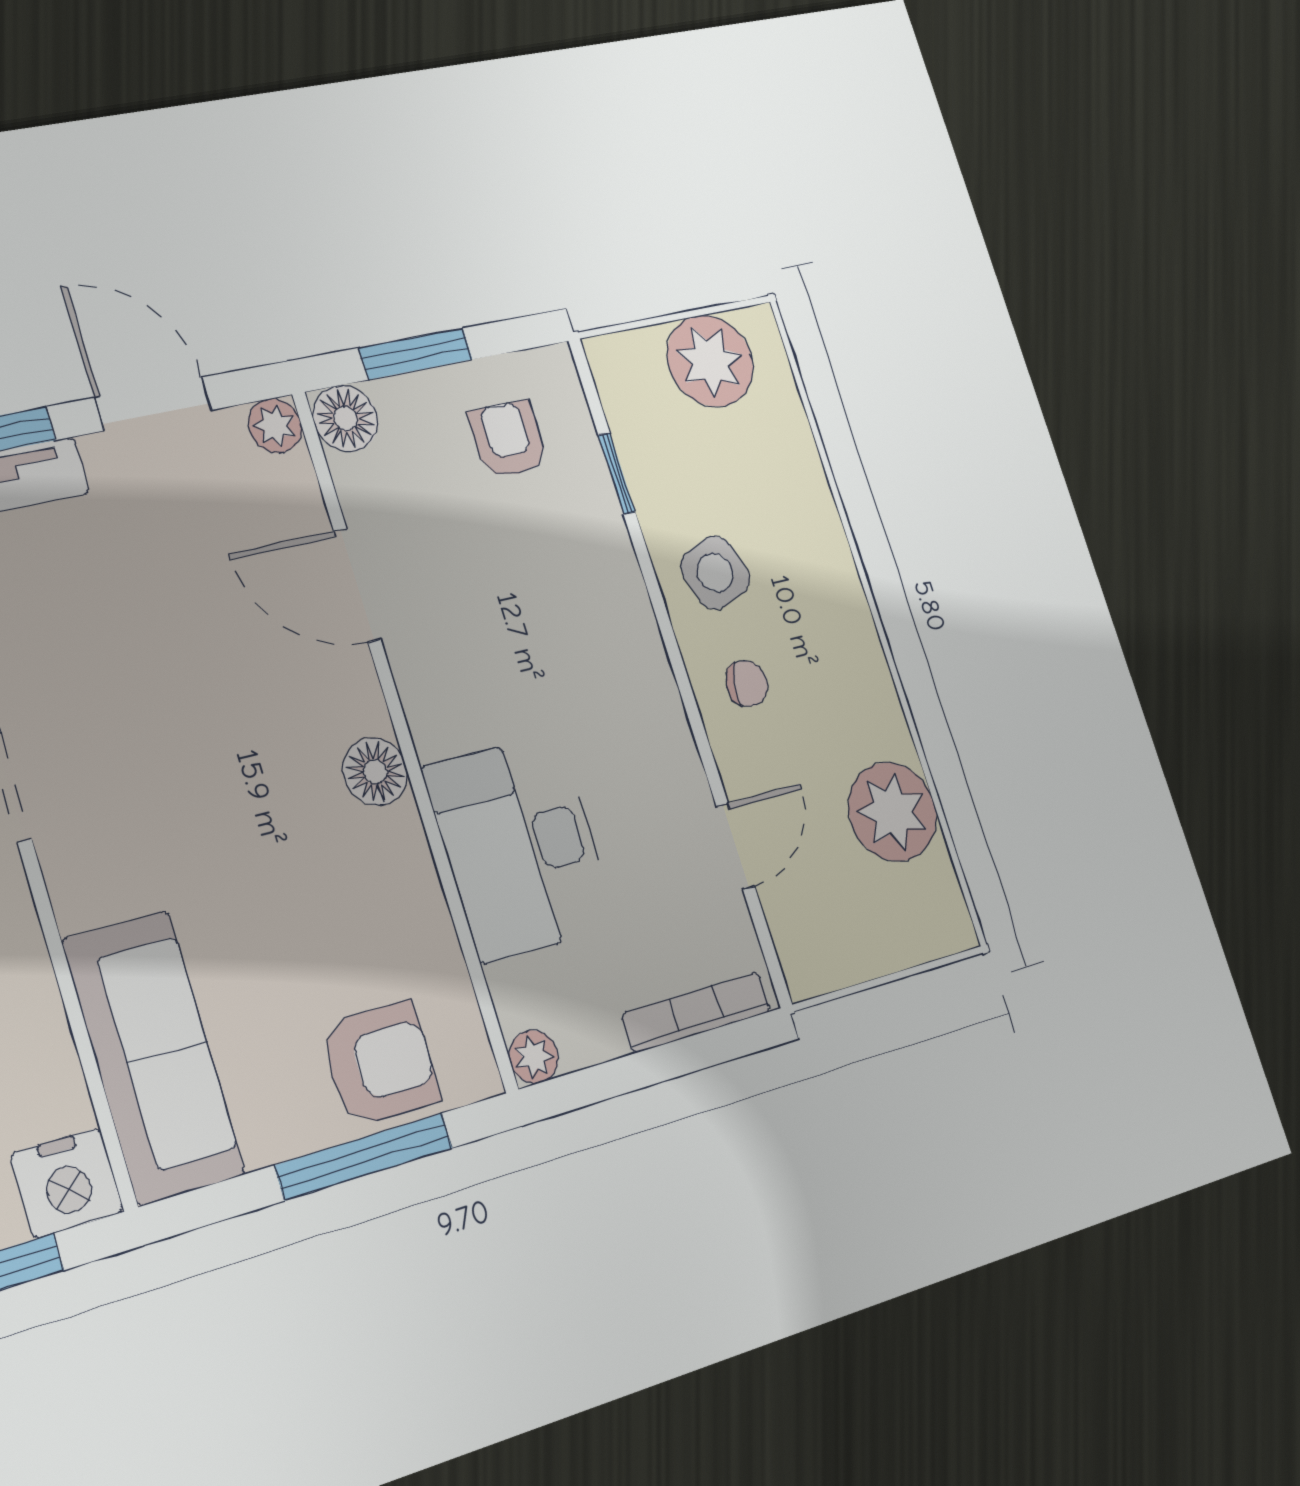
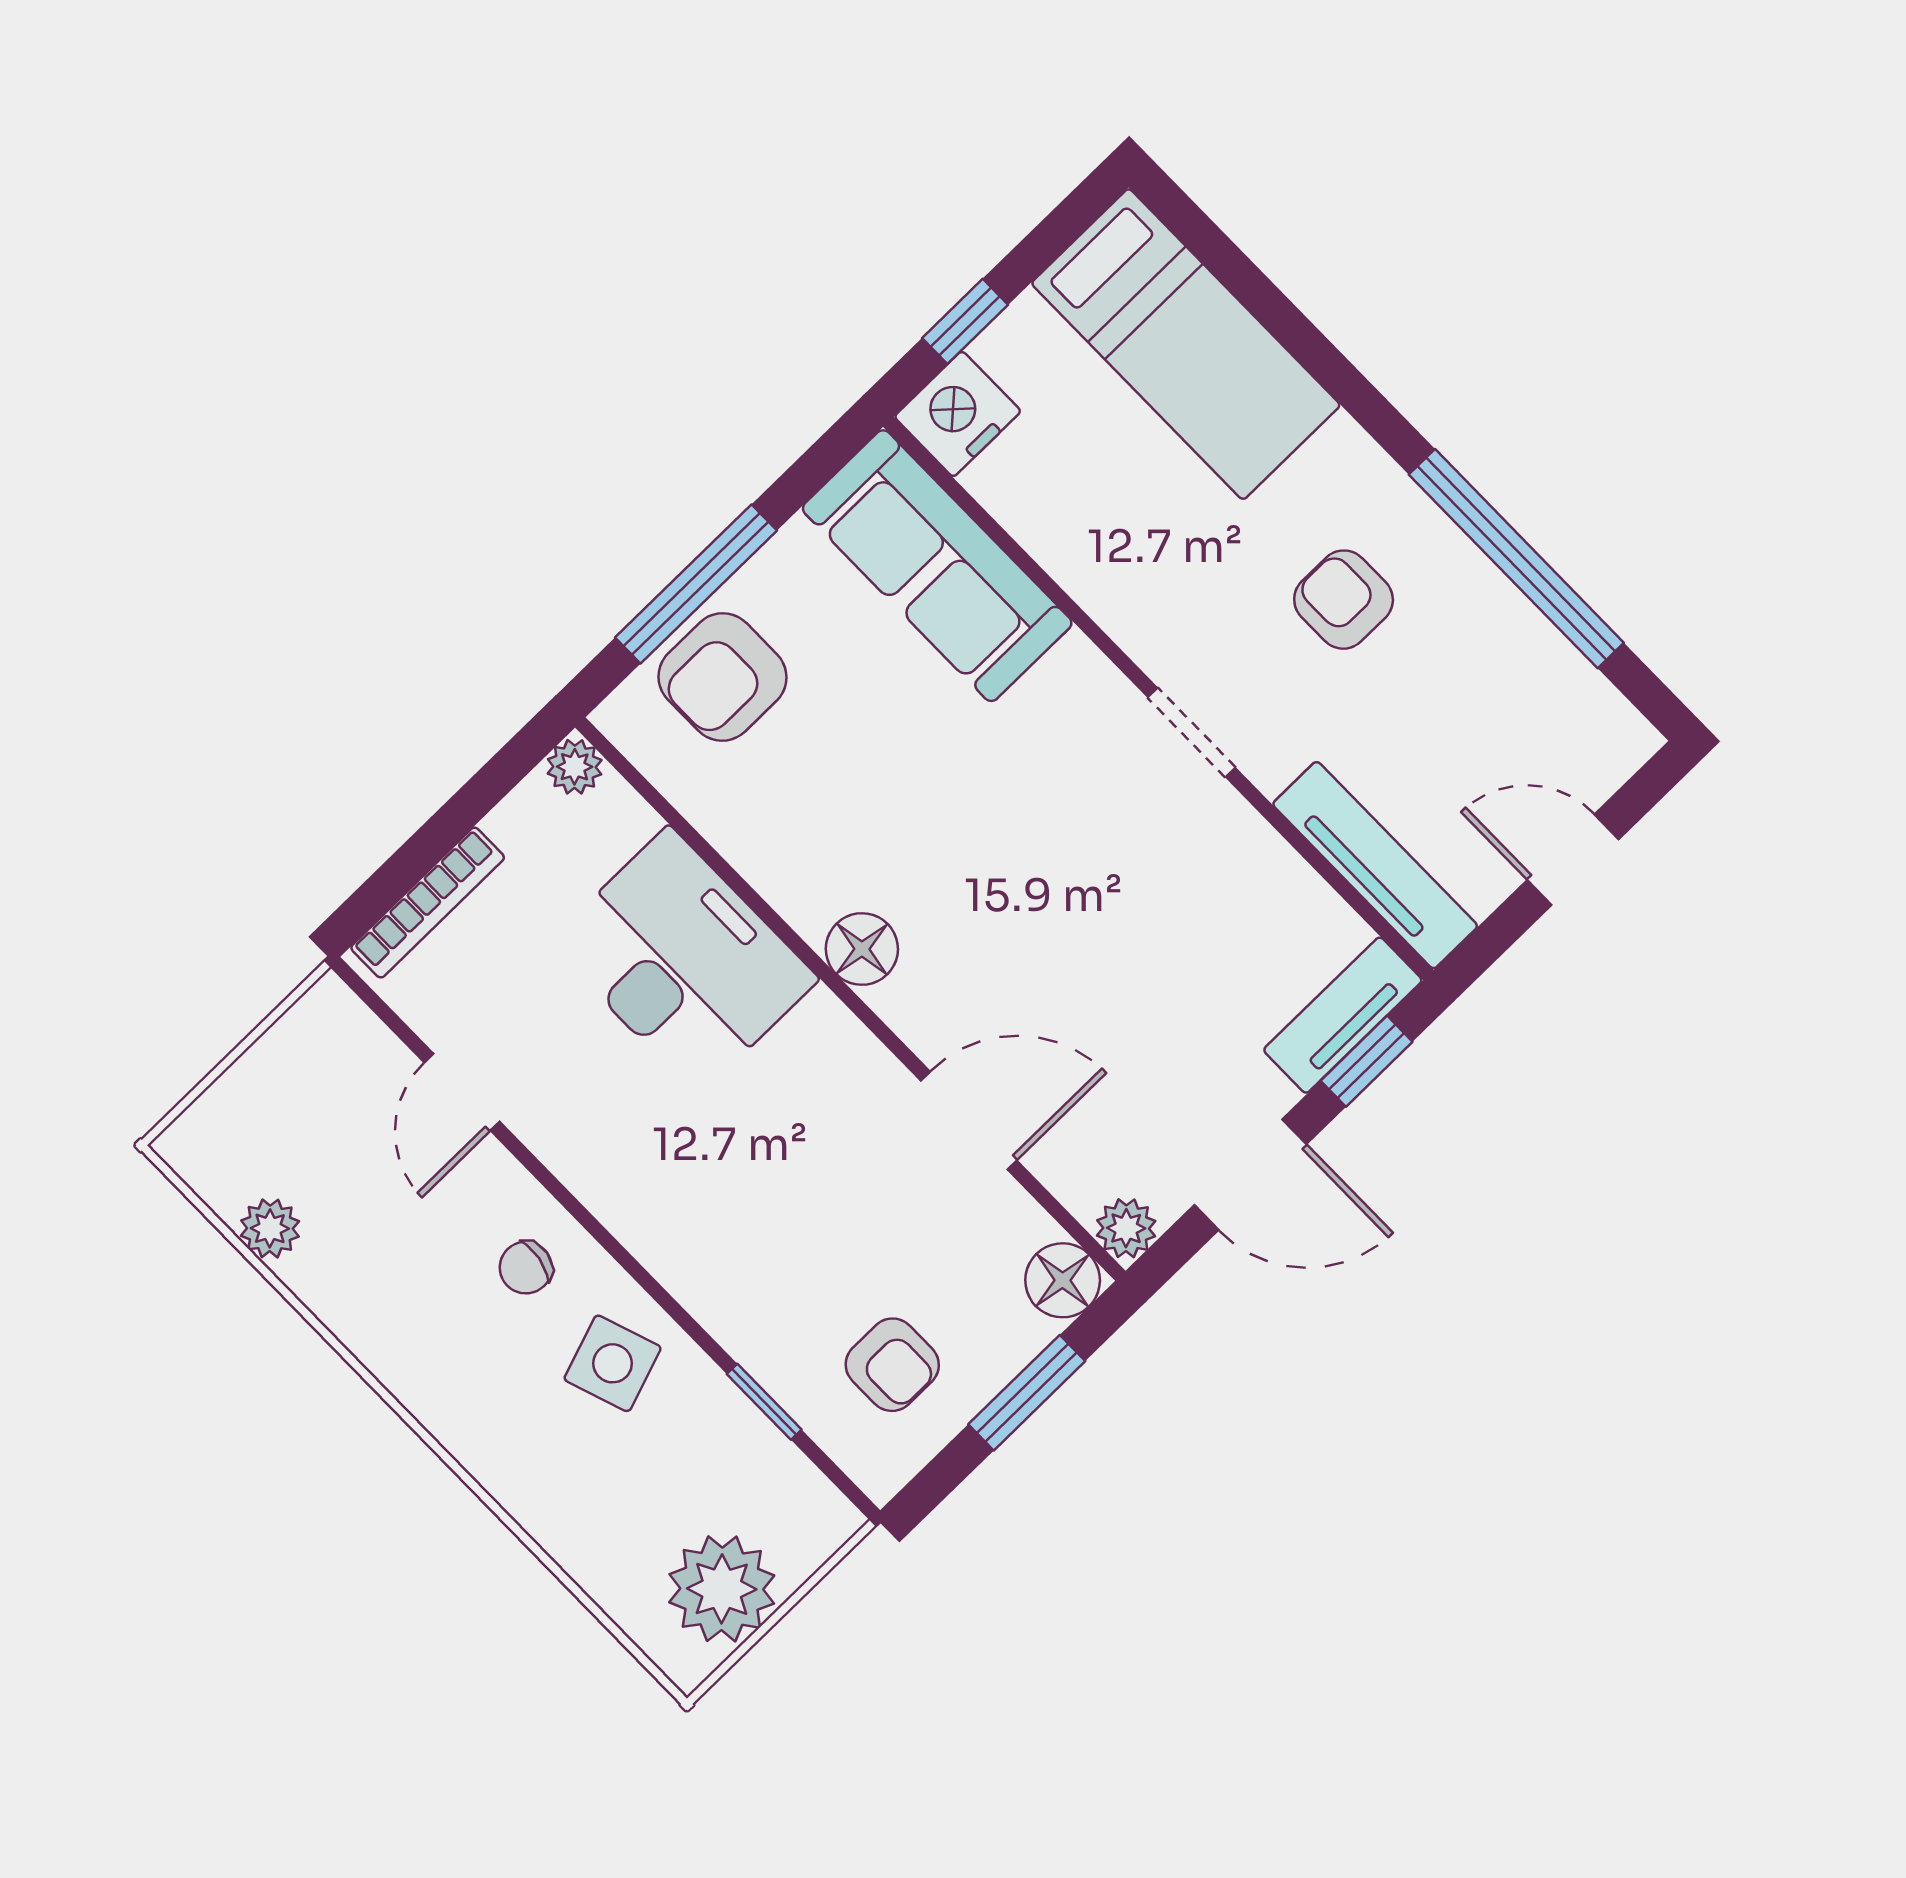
plant: (893, 812) -> (270, 1228), width x0.53, depth x0.53

